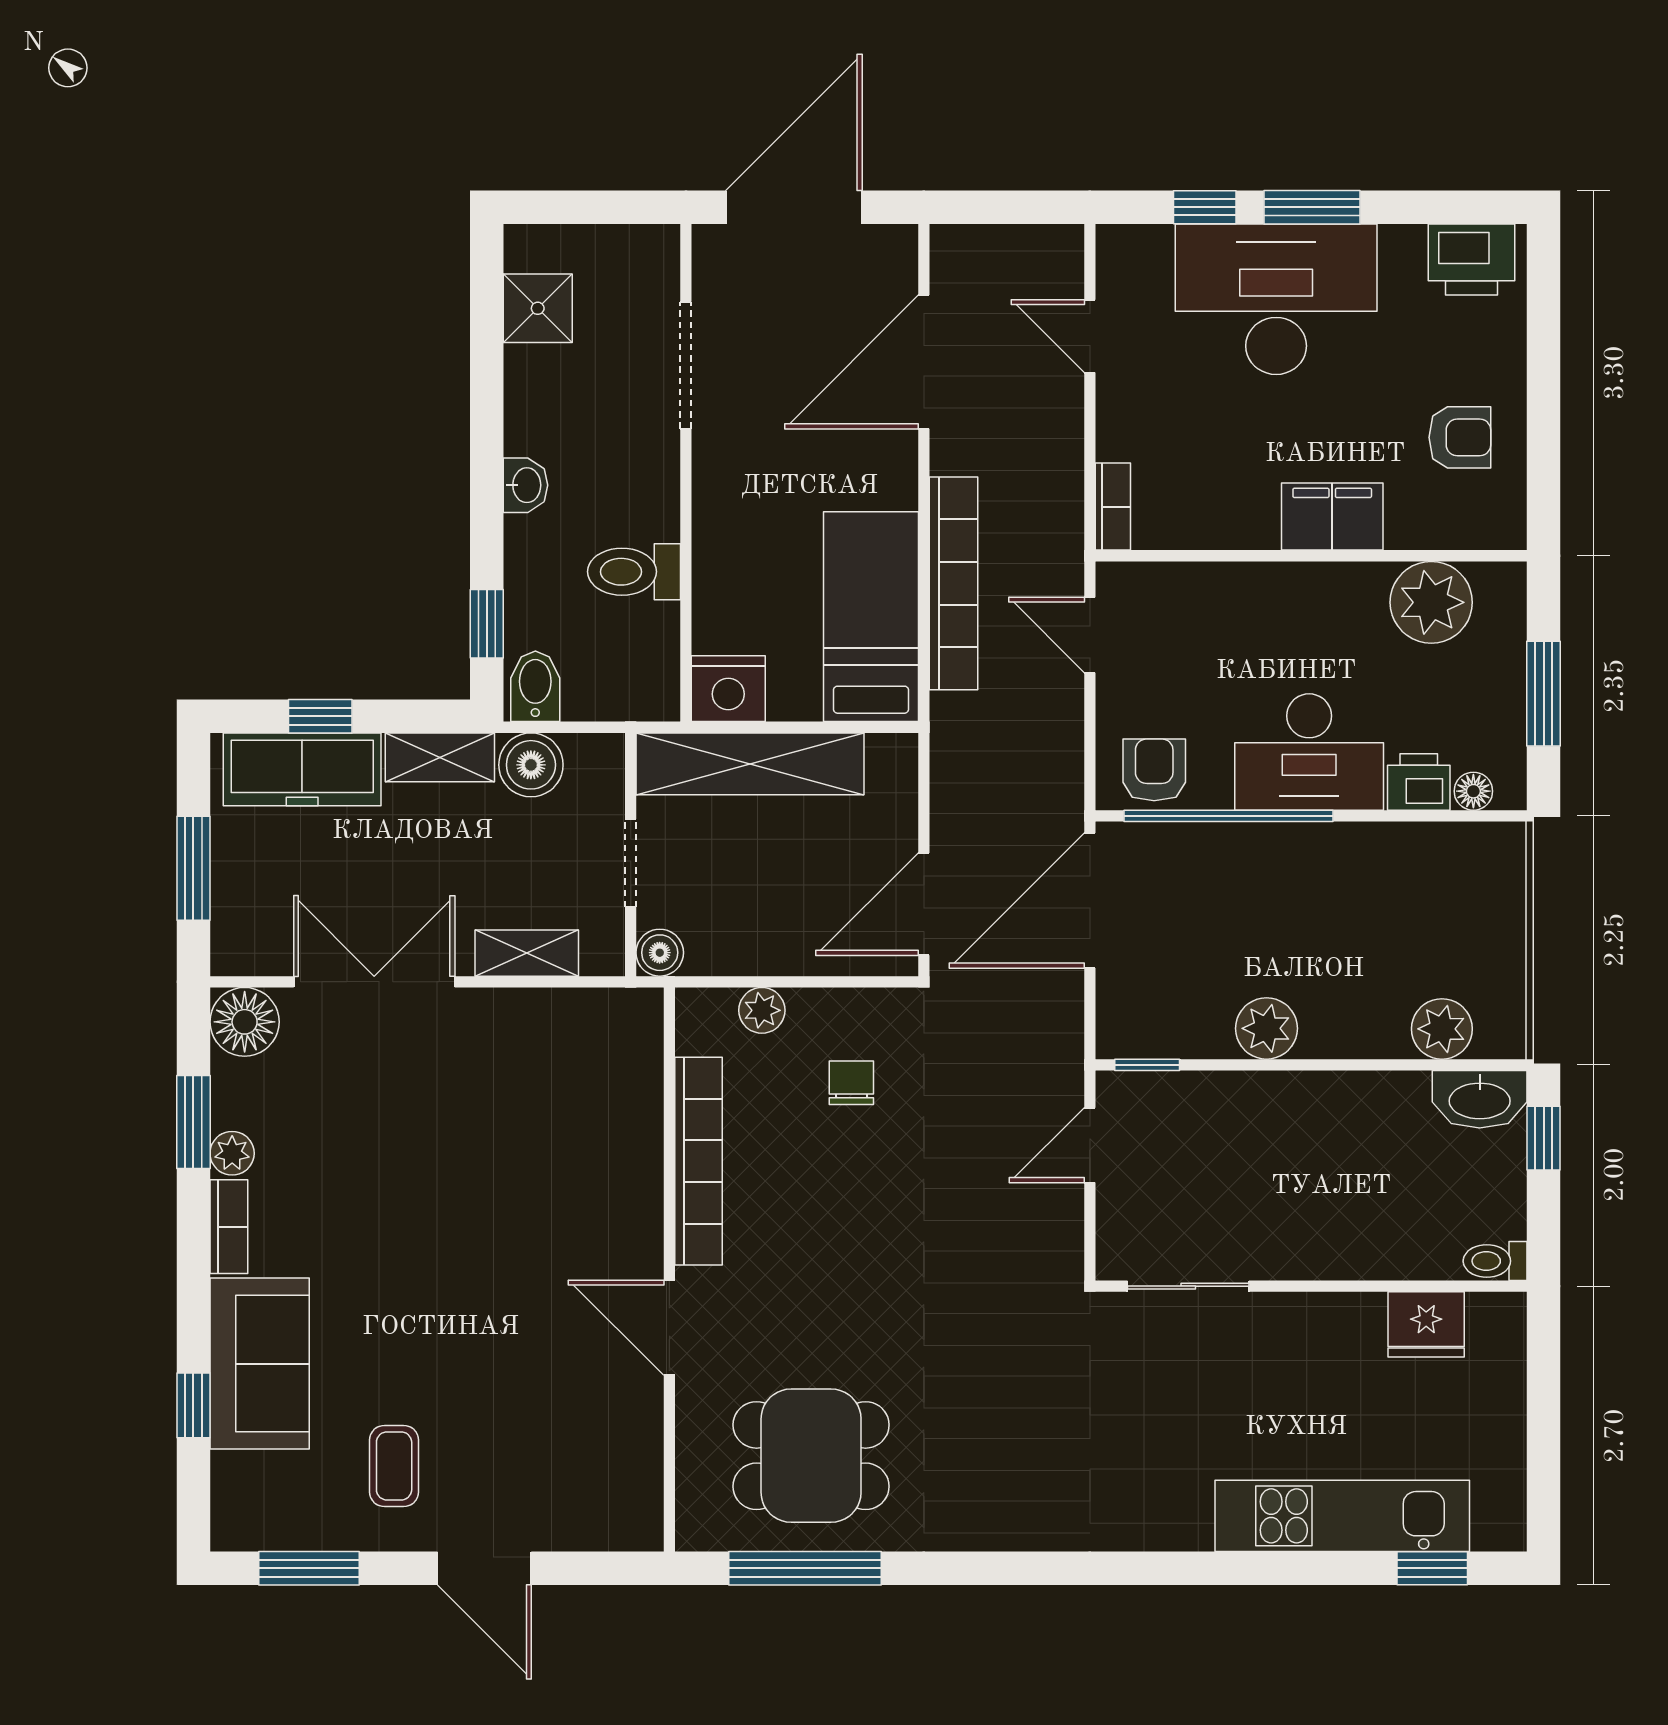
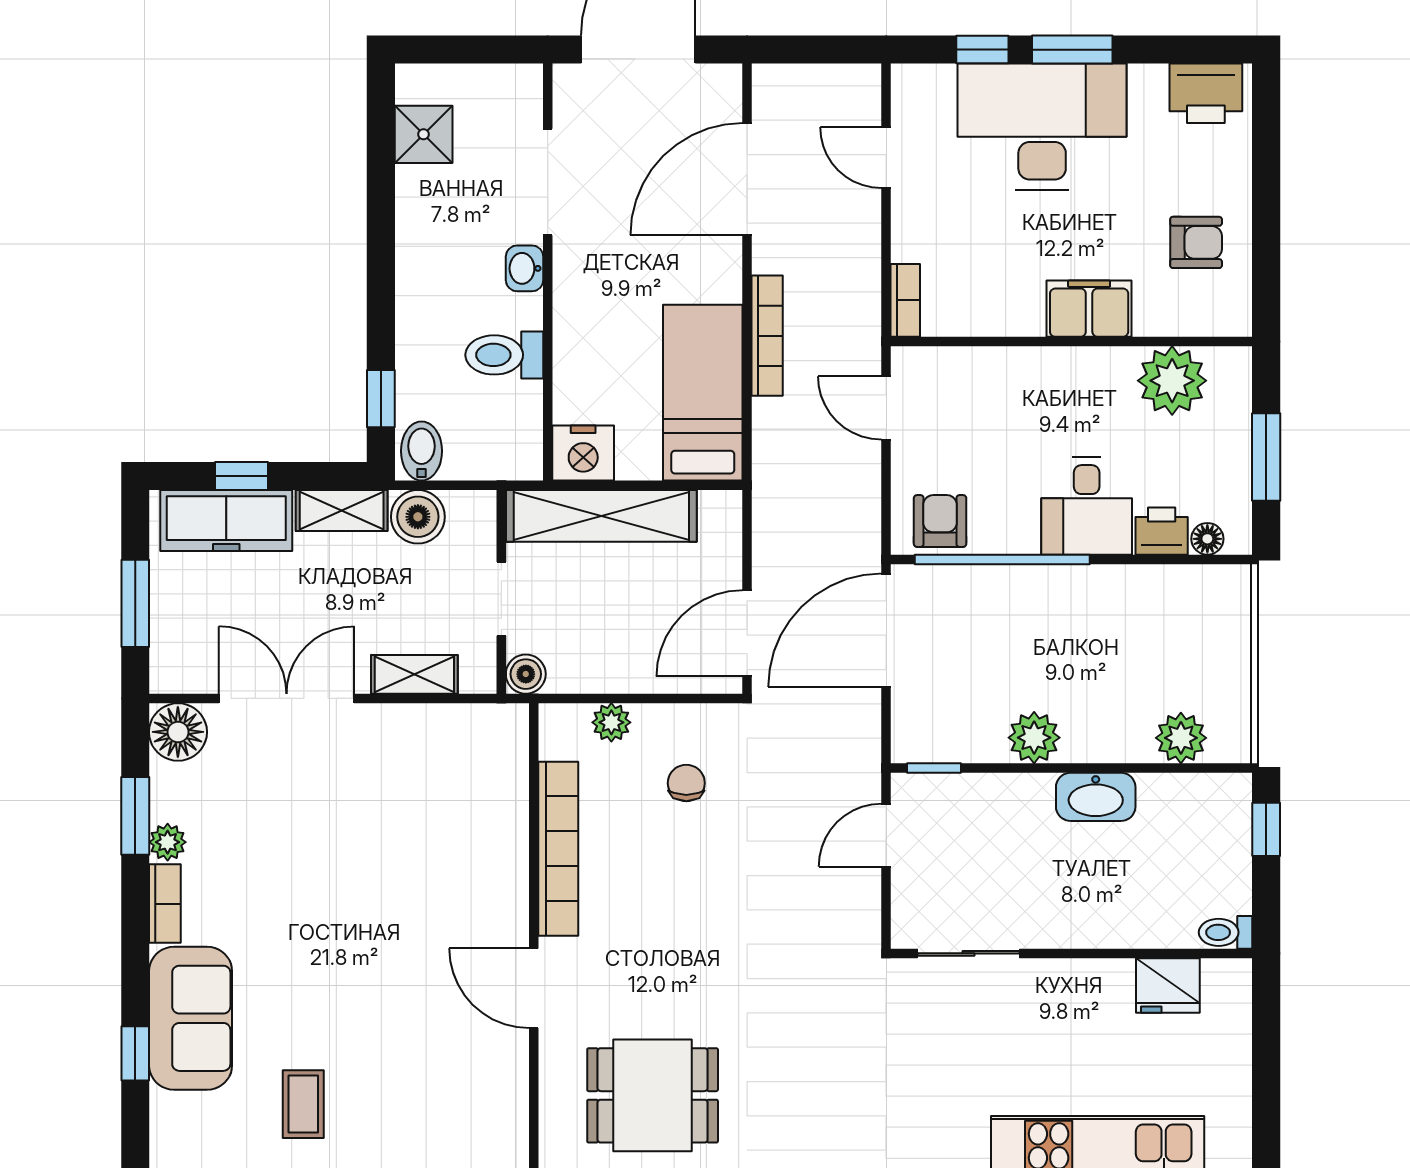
washbasin: (525, 485) -> (525, 268), moved, turned 180
bookcase: (954, 583) -> (767, 336), width x0.68, depth x0.76
desk: (1309, 752) -> (1087, 506), width x0.73
washbasin: (1480, 1099) -> (1096, 797), moved

